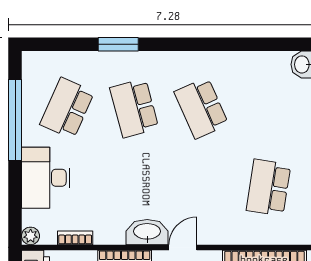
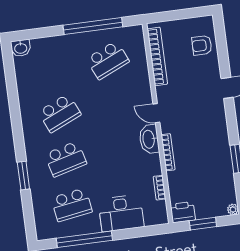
school desk: (67, 108) -> (72, 205), turned -33
school desk: (268, 188) -> (108, 60), turned -33
plant: (31, 236) -> (162, 218), removed

